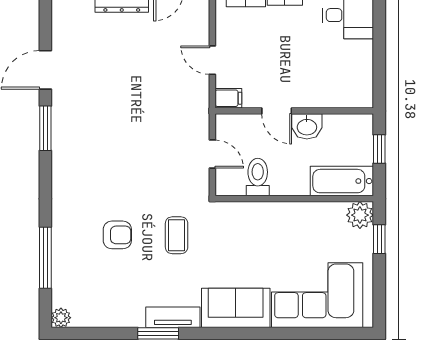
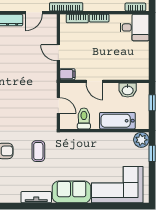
washbasin: (307, 126) -> (128, 90), moved
bathtub: (342, 181) -> (117, 121), moved
window: (158, 333) -> (28, 206), removed

